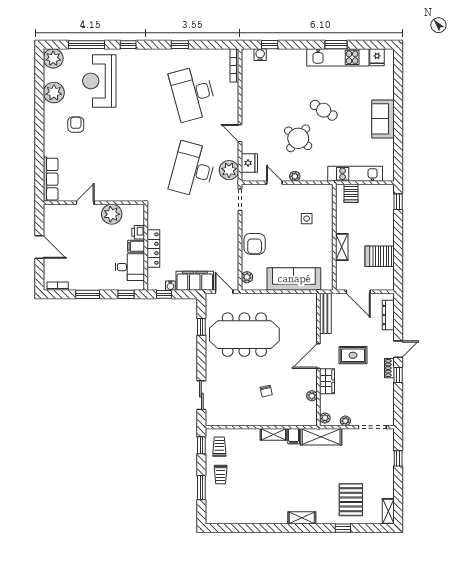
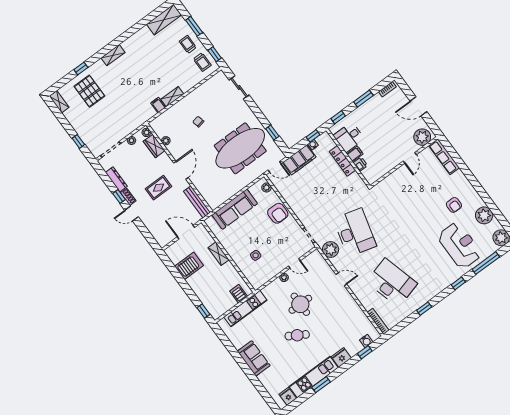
round table: (298, 138) -> (300, 304), turned -38
fridge: (249, 163) -> (341, 357), moved, turned 90
plant: (112, 214) -> (422, 137), moved
armchair: (255, 244) -> (278, 213), turned 180
dresser: (388, 315) -> (116, 179), moved
door: (398, 349) -> (132, 214), hinge flipped
wardrobe: (327, 381) -> (154, 146), moved
shelving: (321, 437) -> (164, 20), moved

